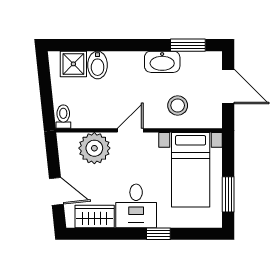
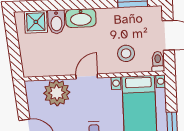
washbasin: (162, 62) -> (81, 18), moved
toilet: (63, 117) -> (158, 61), moved

